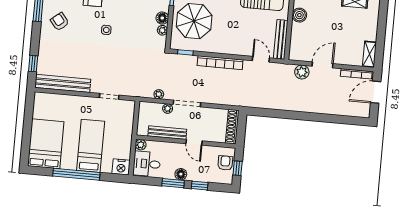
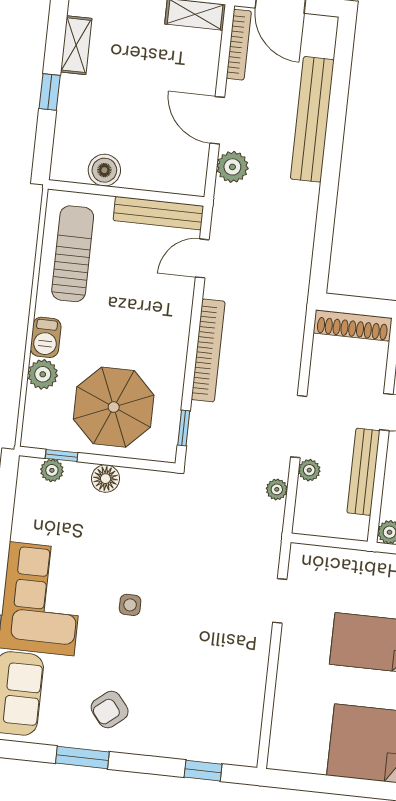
plant: (162, 30) -> (133, 479), removed
bench: (63, 83) -> (312, 119), moved

